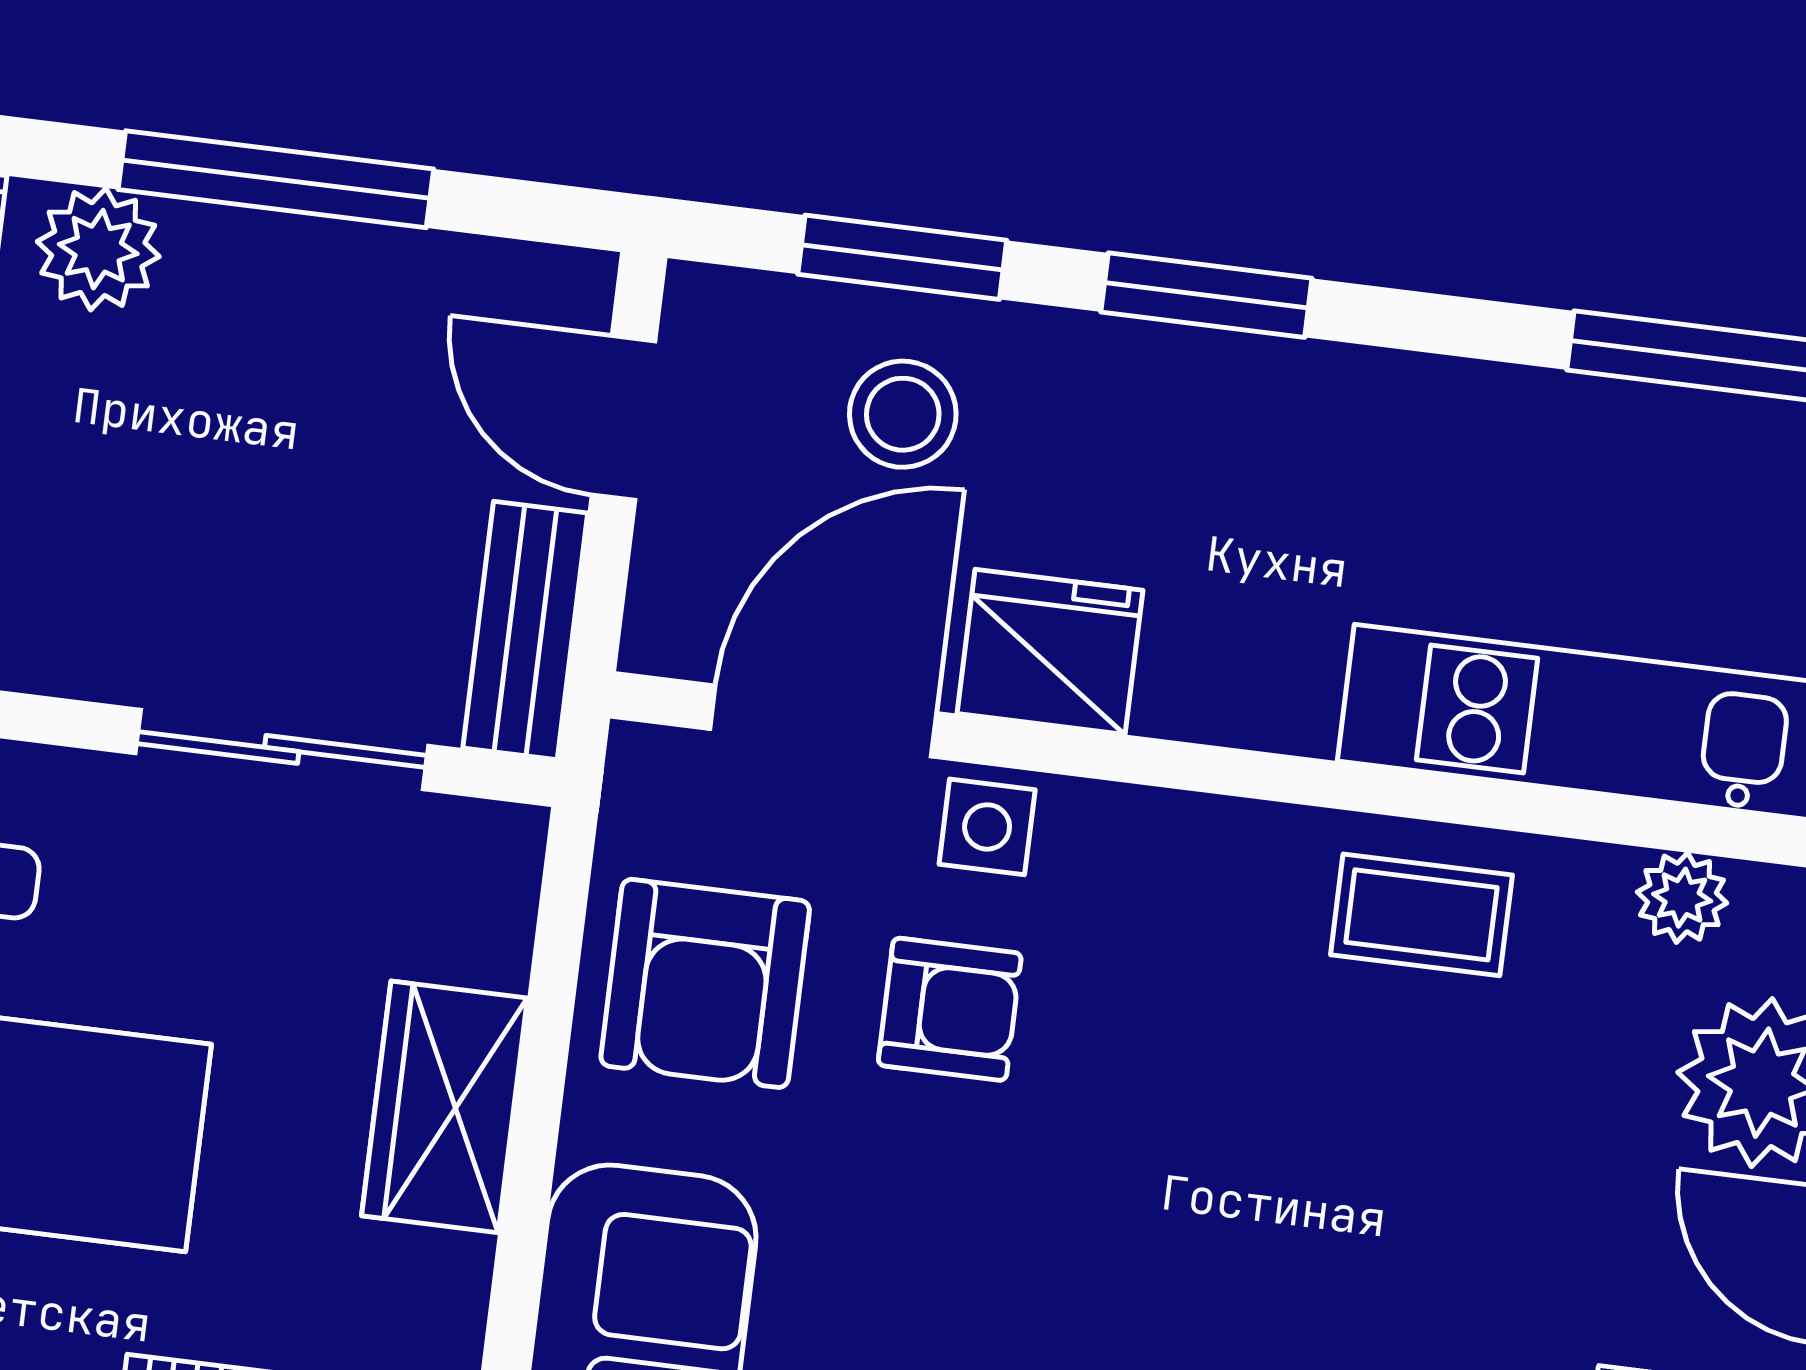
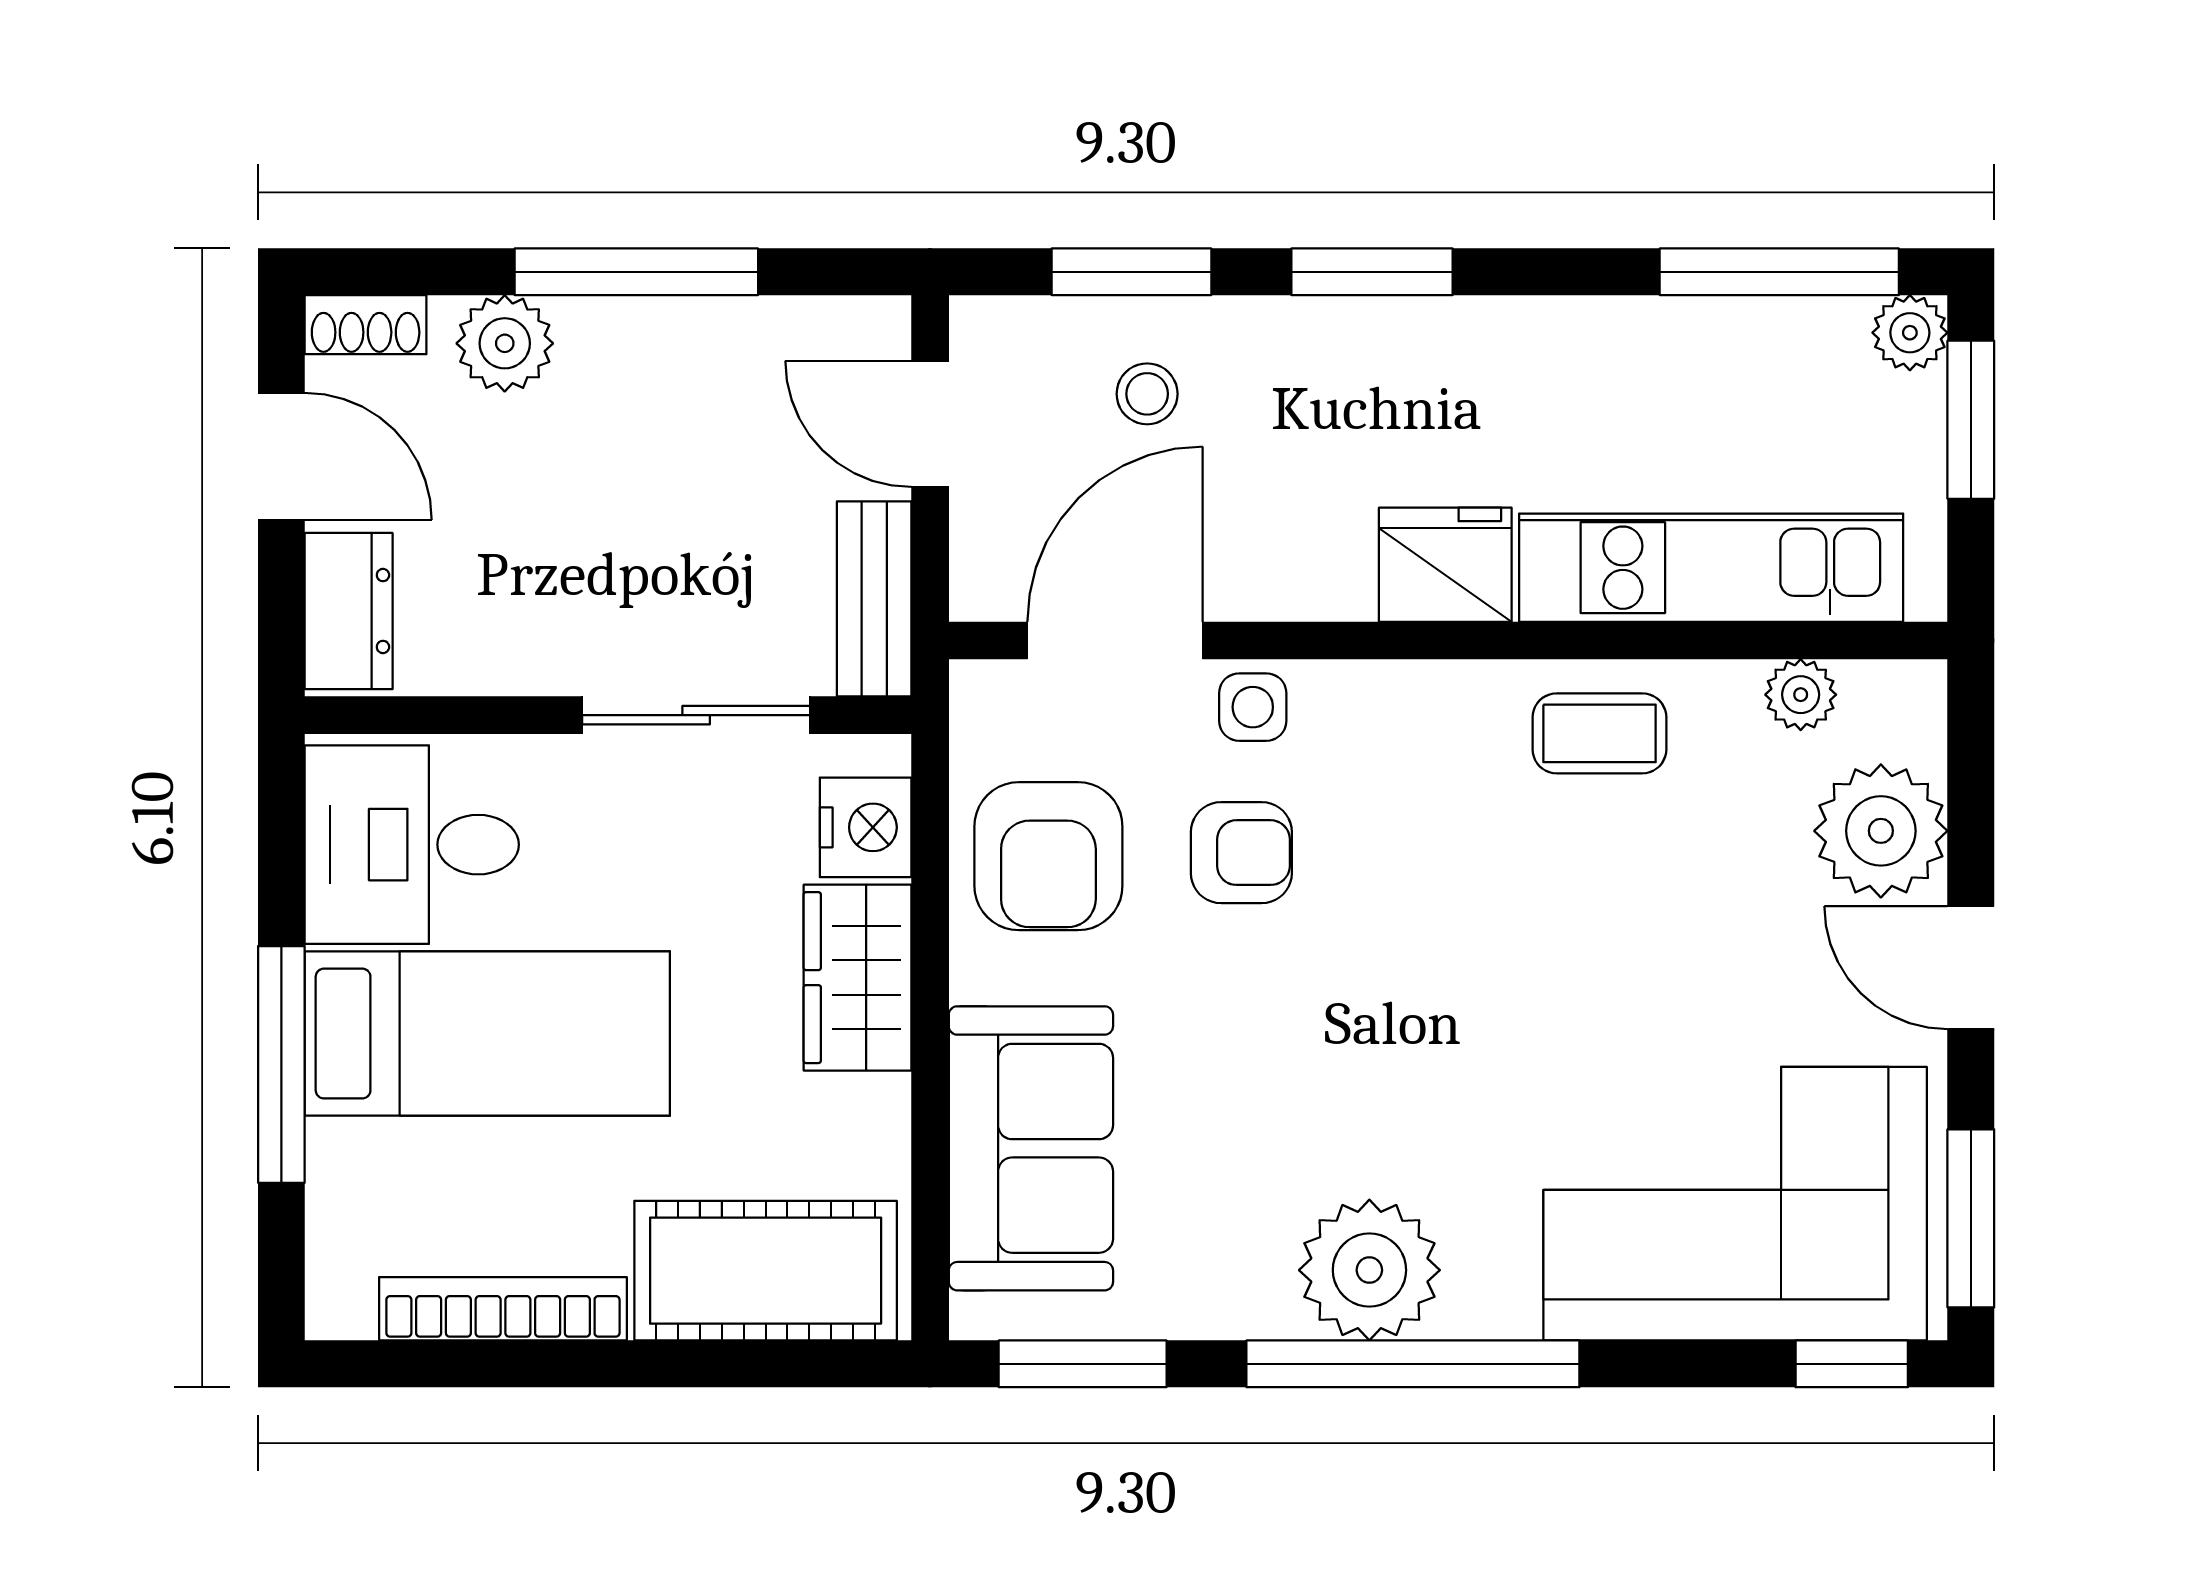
stool: (903, 414) -> (1147, 394), width x0.73, depth x0.73
fridge: (1050, 652) -> (1445, 565), moved
nightstand: (478, 918) -> (866, 827), added

